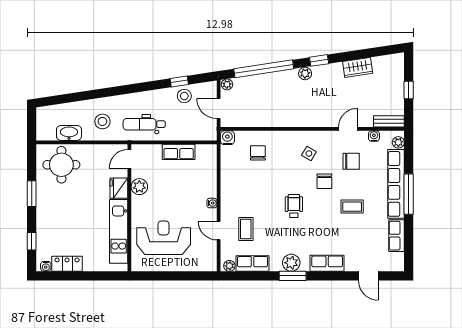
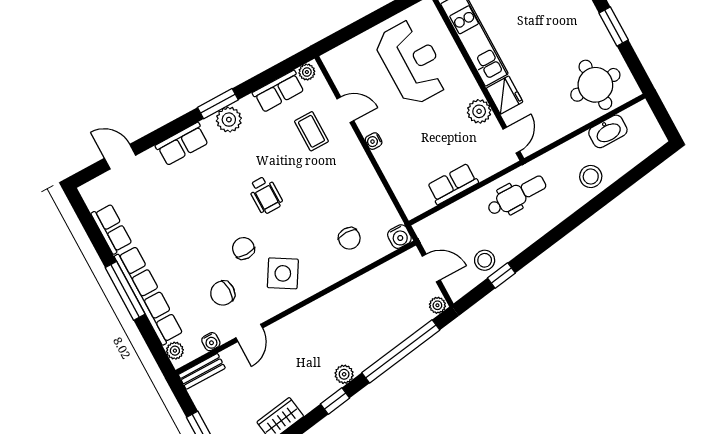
stool: (102, 121) -> (591, 177), moved
side table: (309, 154) -> (283, 273), width x1.87, depth x1.87
coffee table: (352, 207) -> (189, 235), removed
reception desk: (164, 238) -> (412, 62), turned -90

